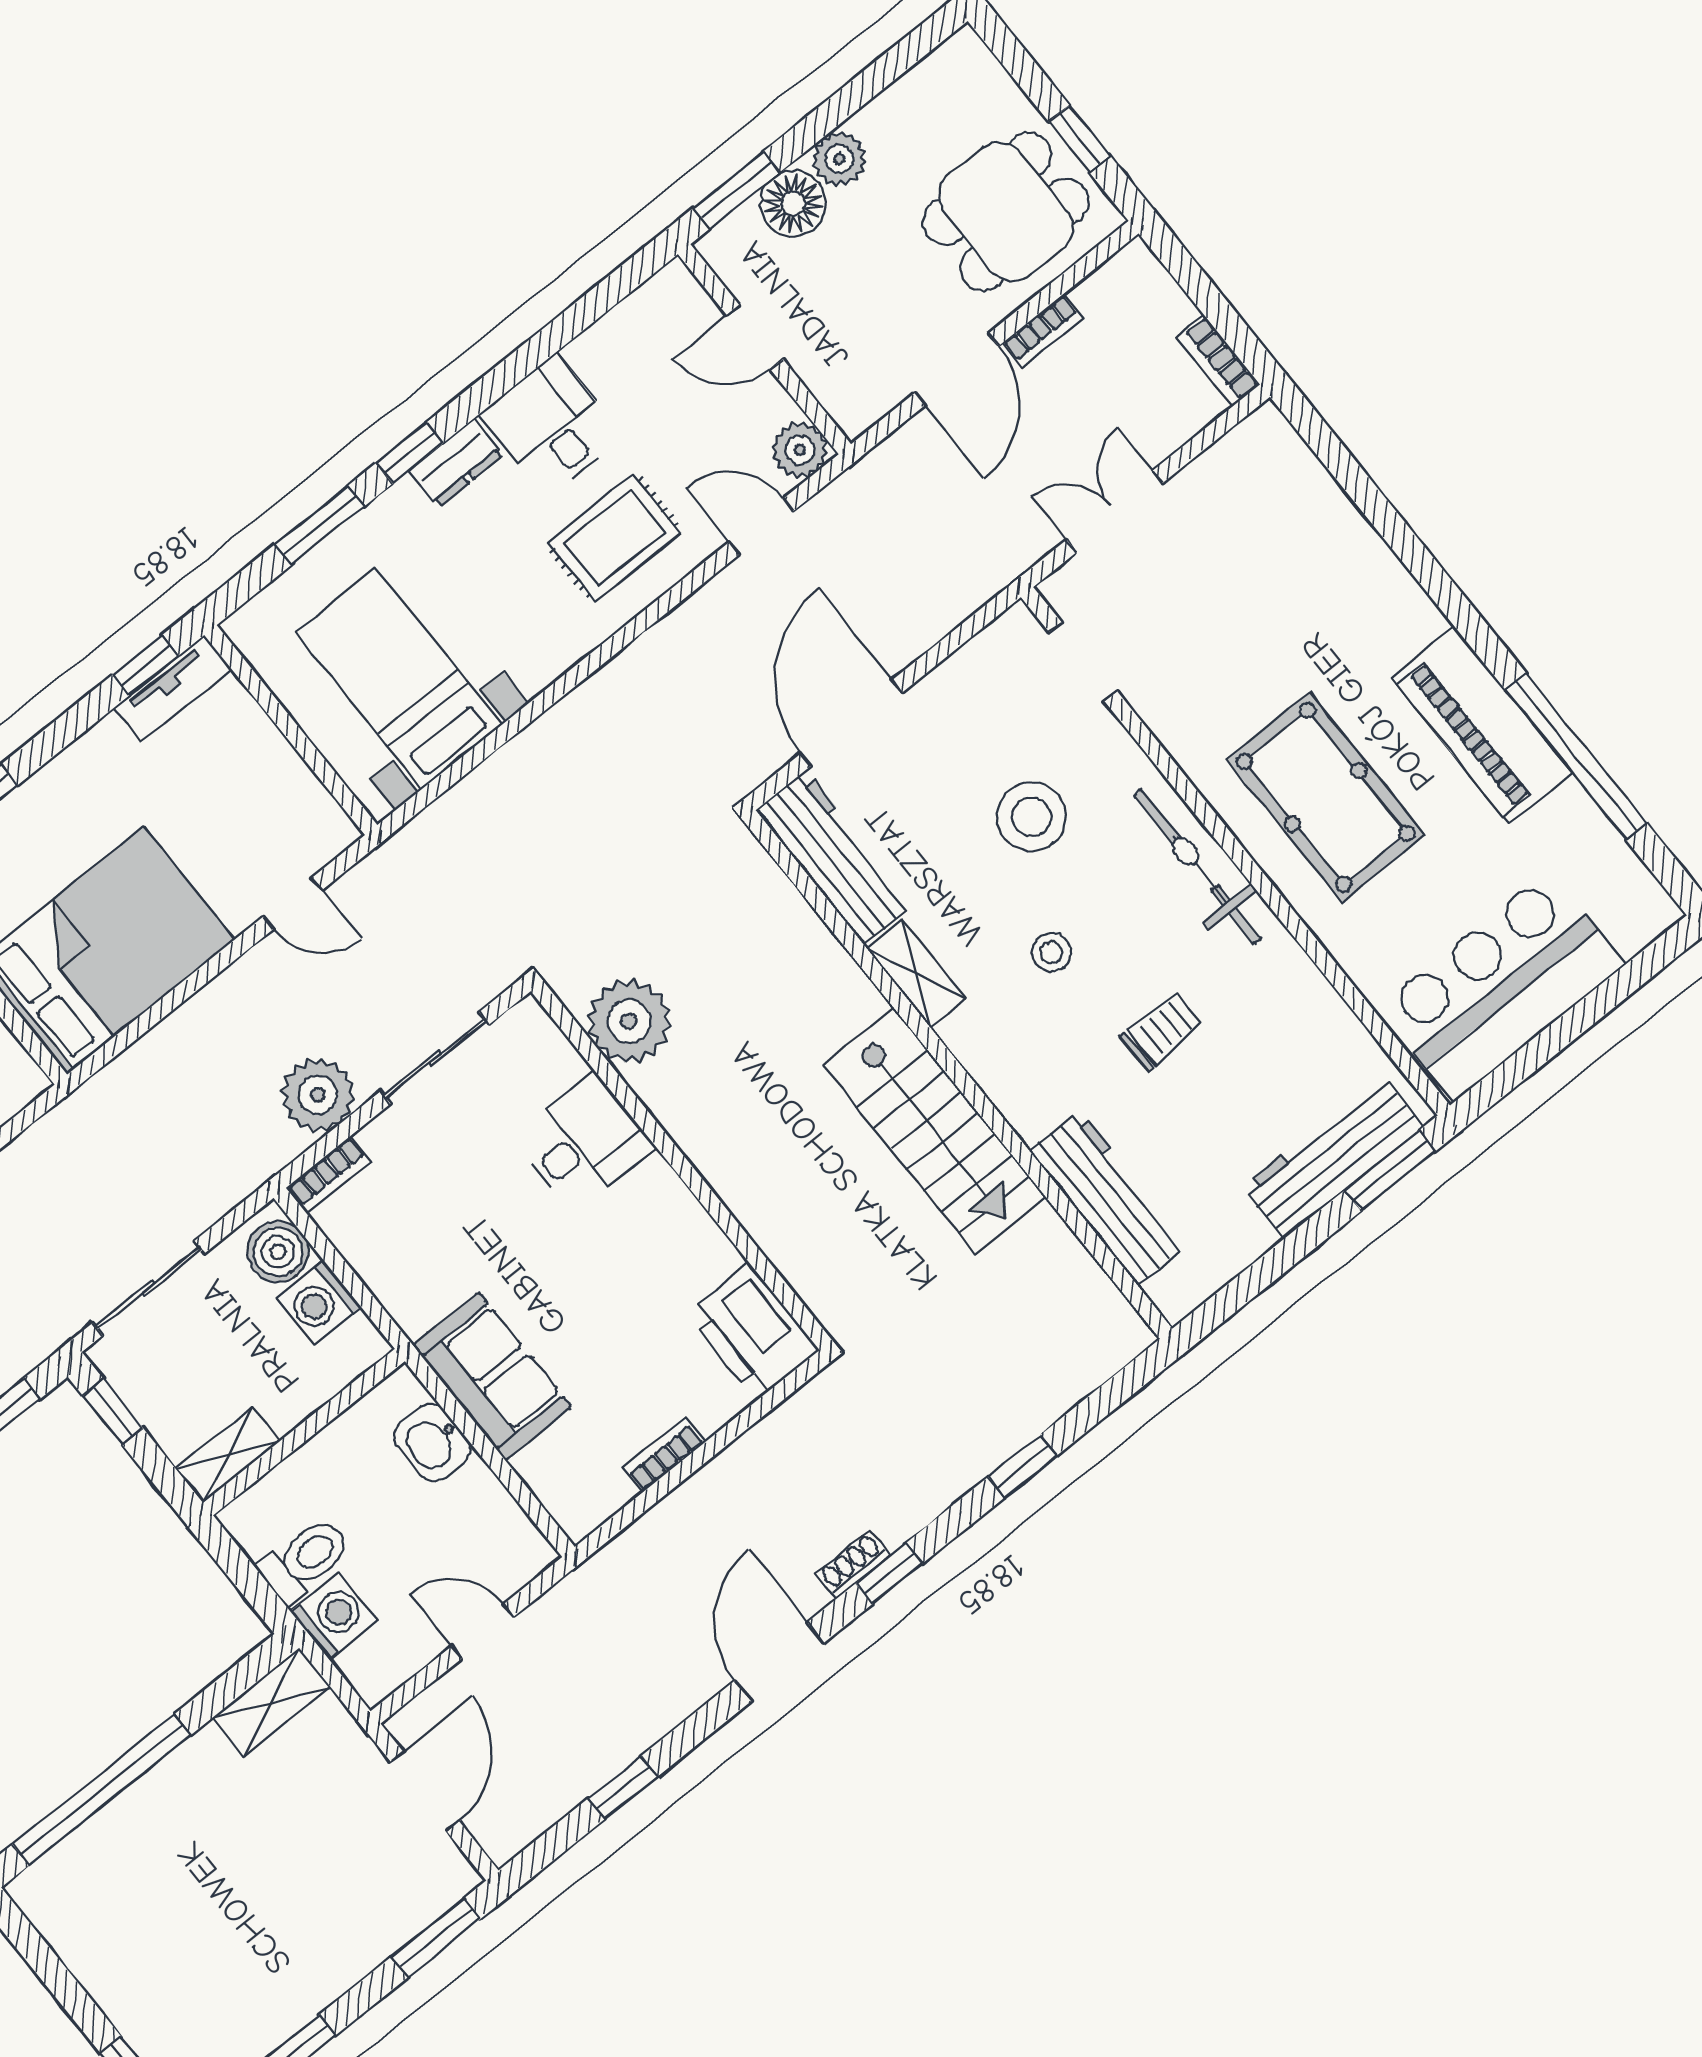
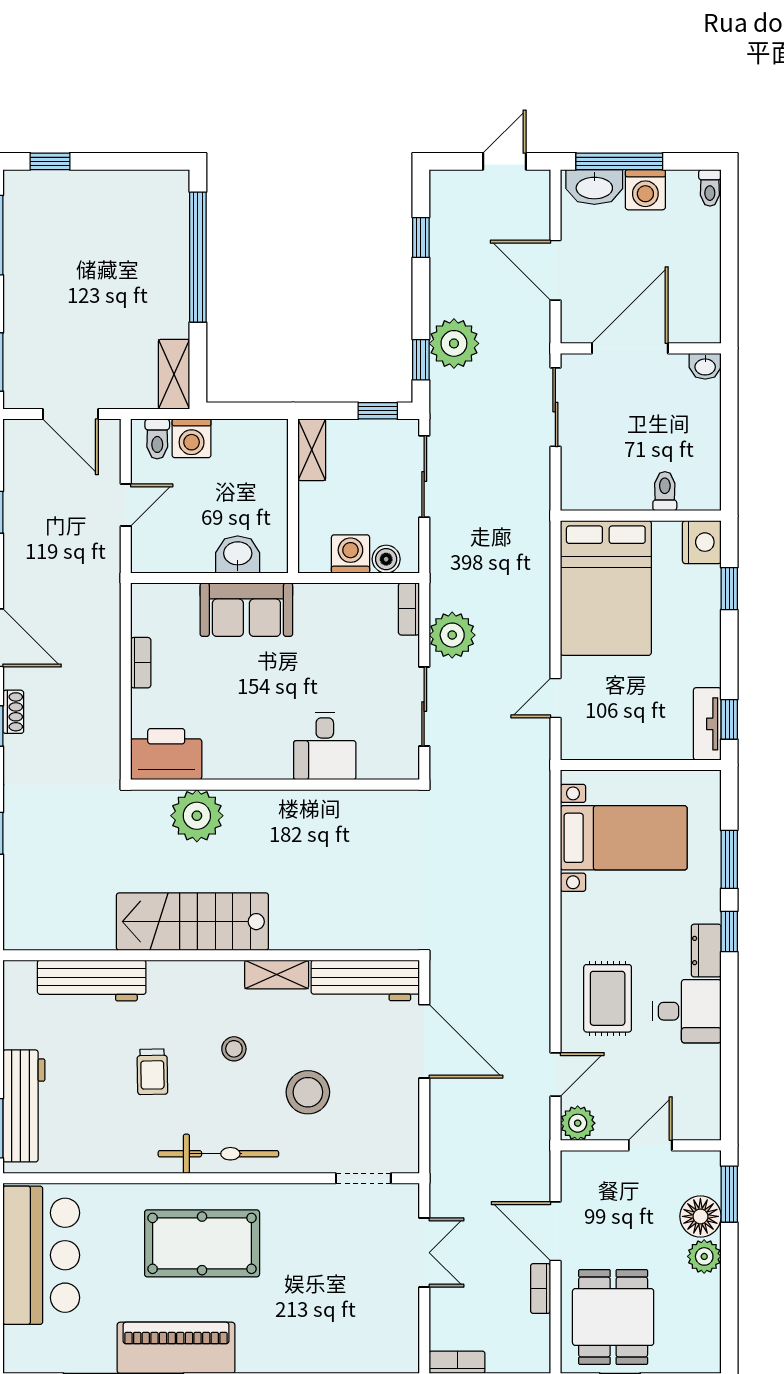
plant: (629, 1021) -> (197, 816), moved
boiler: (278, 1252) -> (386, 559), width x0.73, depth x0.73
toilet: (305, 1559) -> (157, 439), moved, width x0.73, depth x0.72

